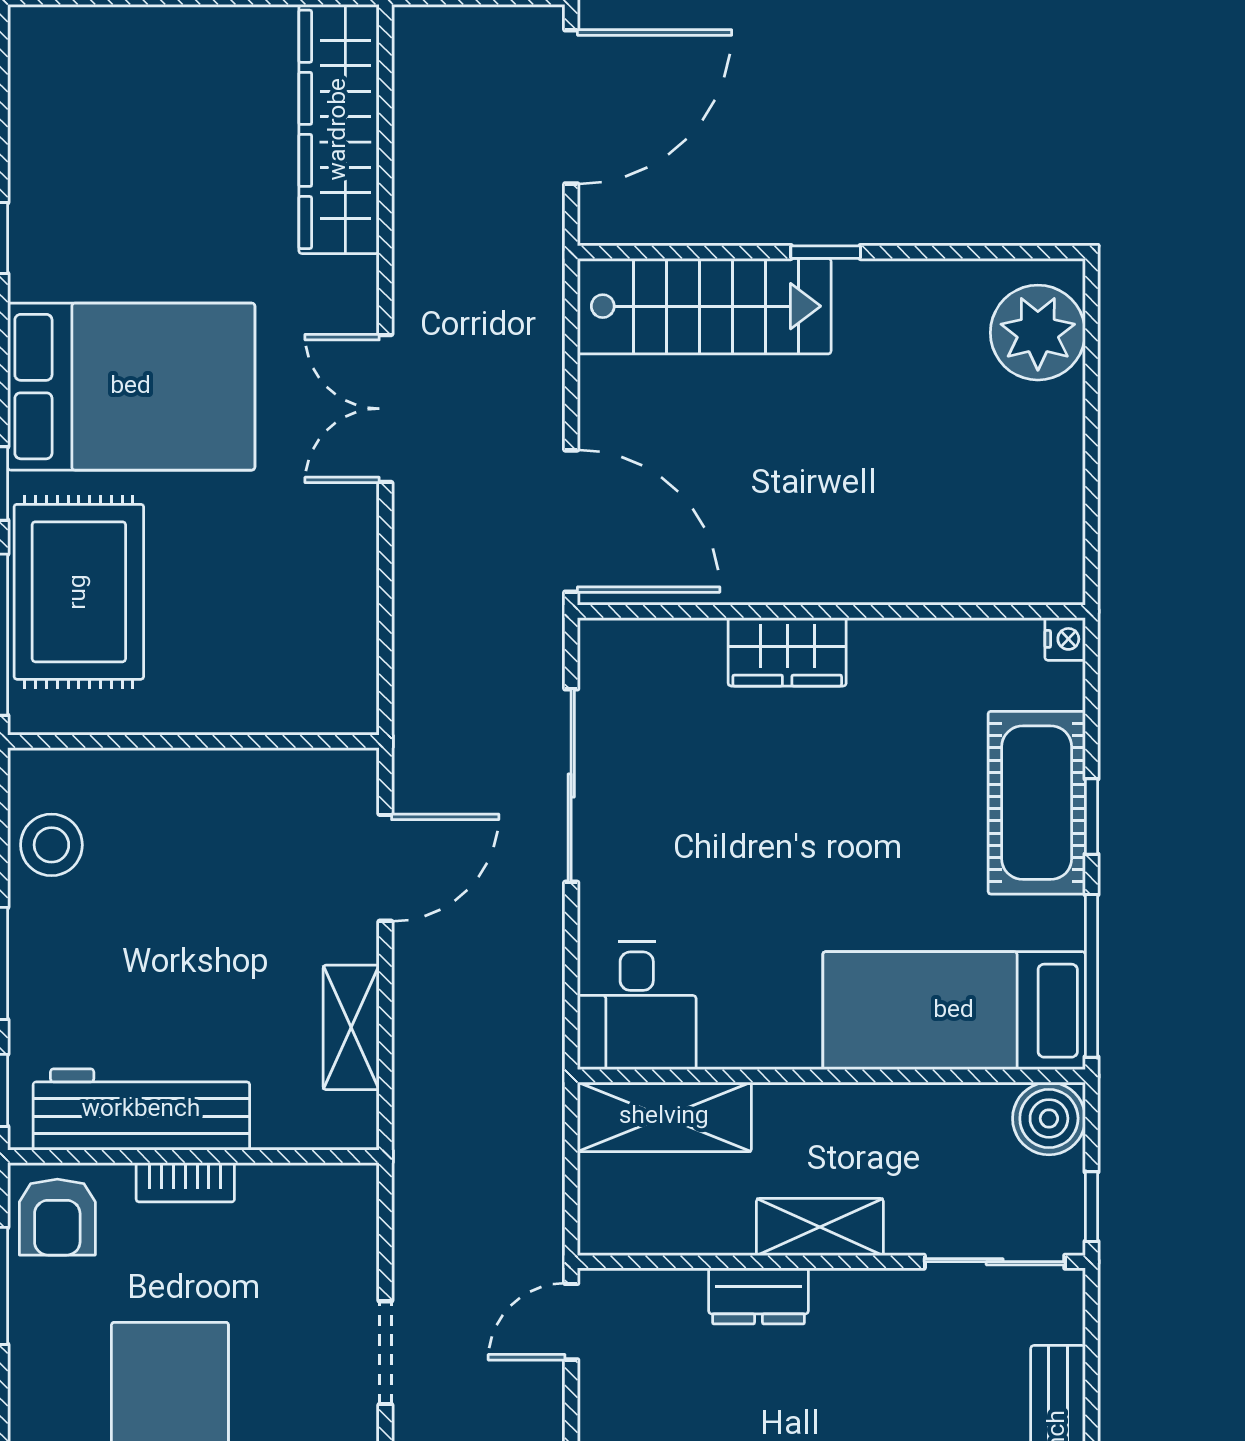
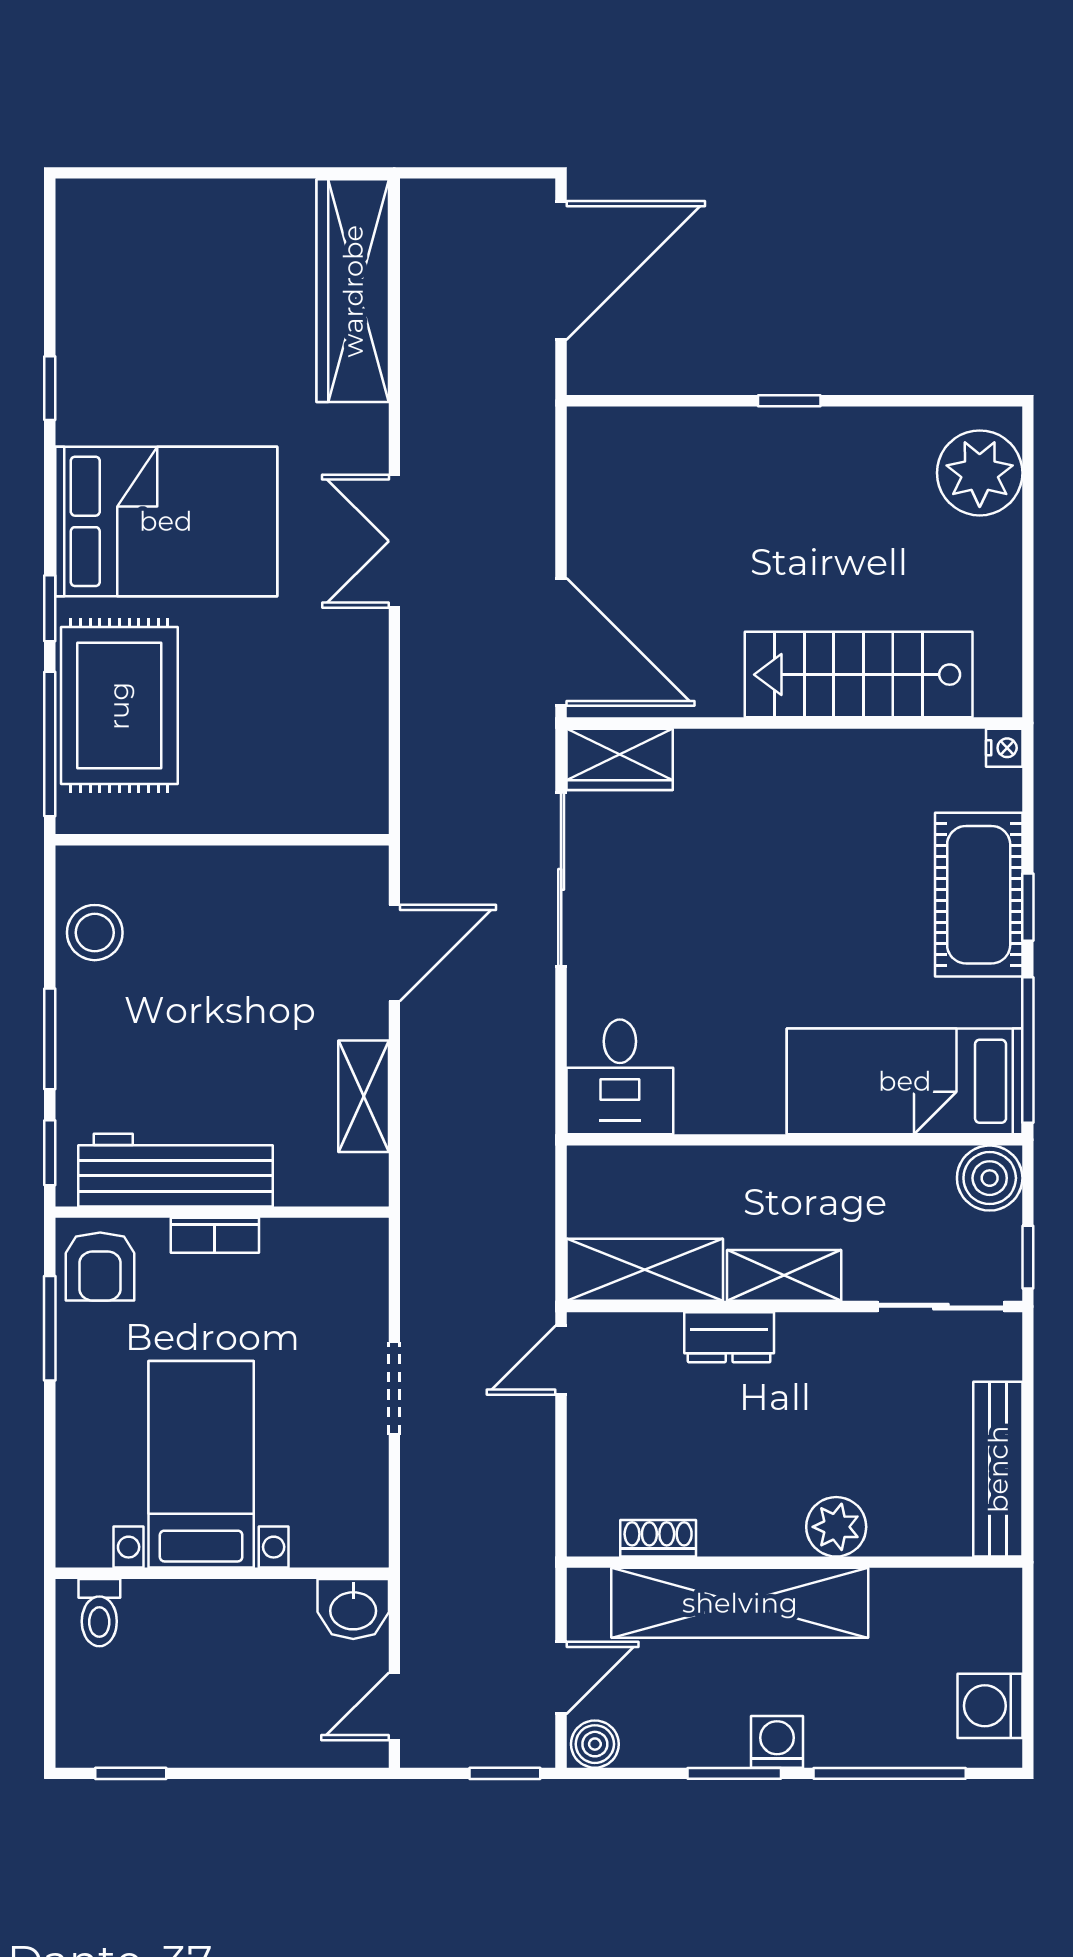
stairs: (704, 306) -> (859, 675), moved, turned 180
wardrobe: (787, 652) -> (620, 759), moved
shelving: (664, 1117) -> (645, 1270), moved

